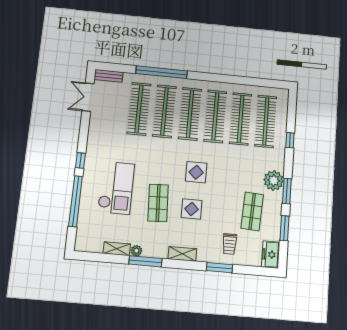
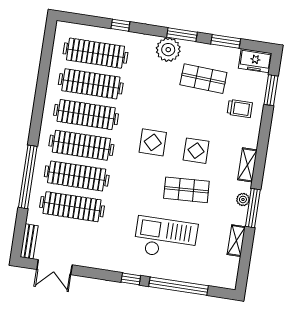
plant: (136, 251) -> (243, 199), moved
window: (219, 268) -> (271, 90), moved

